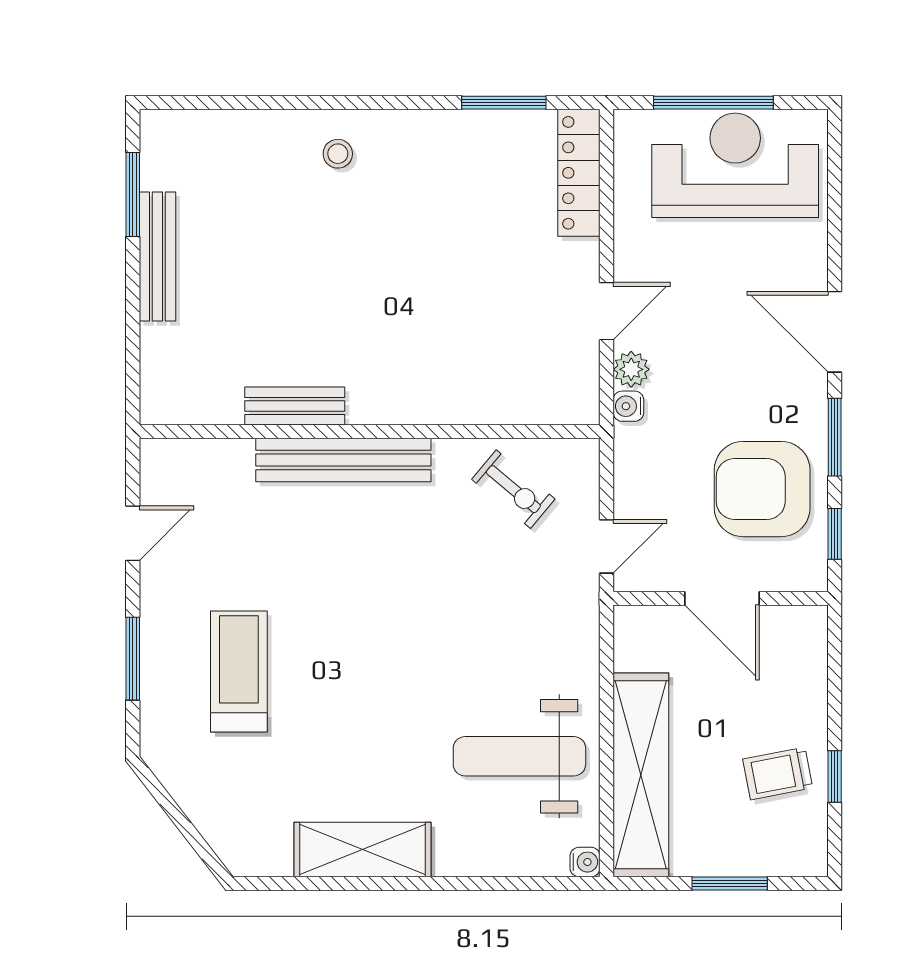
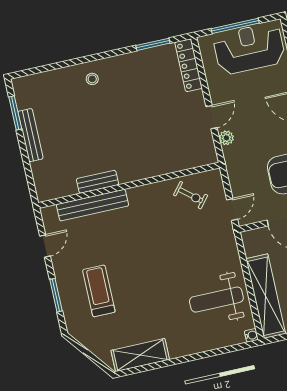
water cooler: (628, 406) -> (228, 153), removed
bench: (343, 460) -> (92, 205), moved
shelving: (362, 850) -> (140, 355), moved

